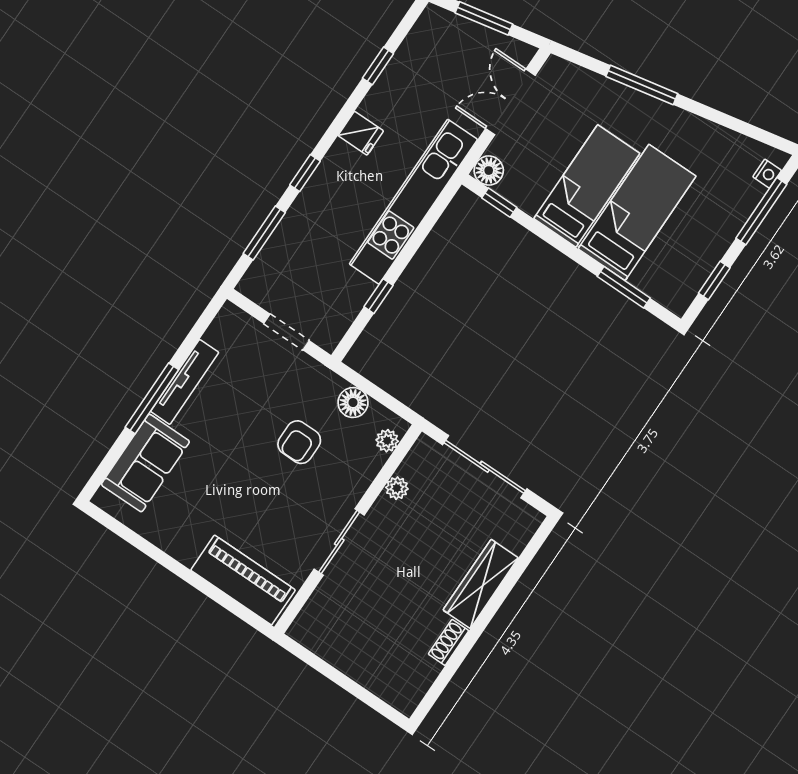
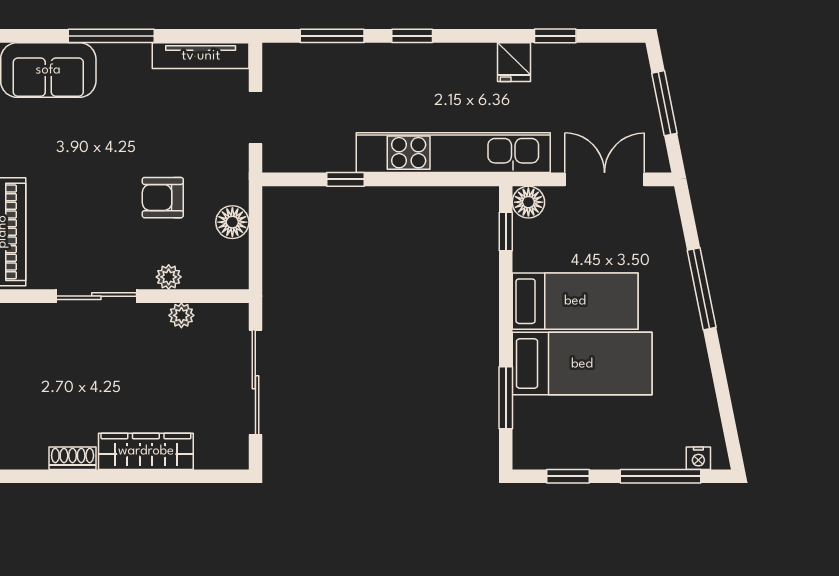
fridge: (361, 133) -> (514, 62), moved
tv unit: (185, 382) -> (201, 56), moved
plant: (387, 441) -> (169, 277), moved

